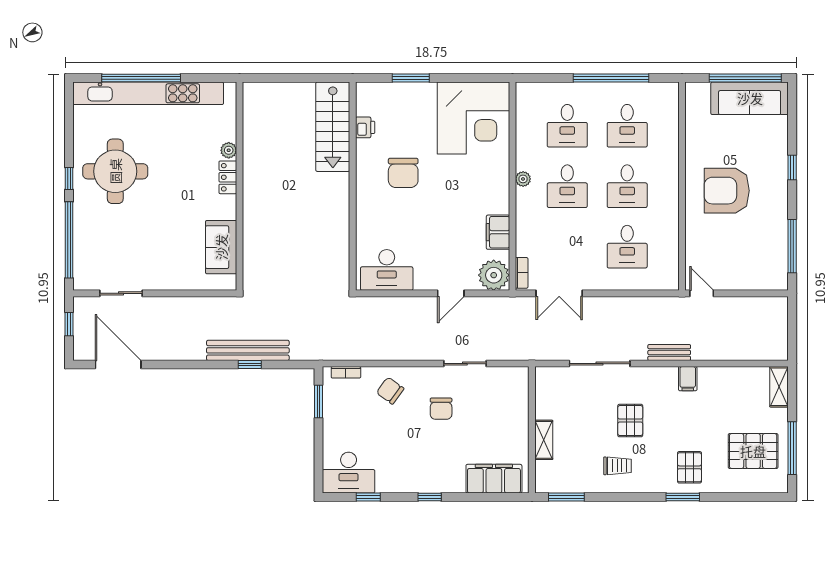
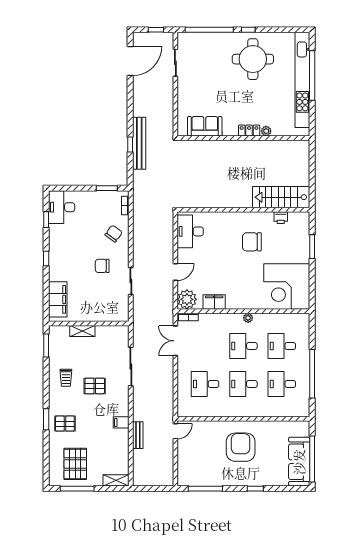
door: (451, 293) -> (175, 272), swing flipped
bench: (669, 353) -> (138, 435), moved

